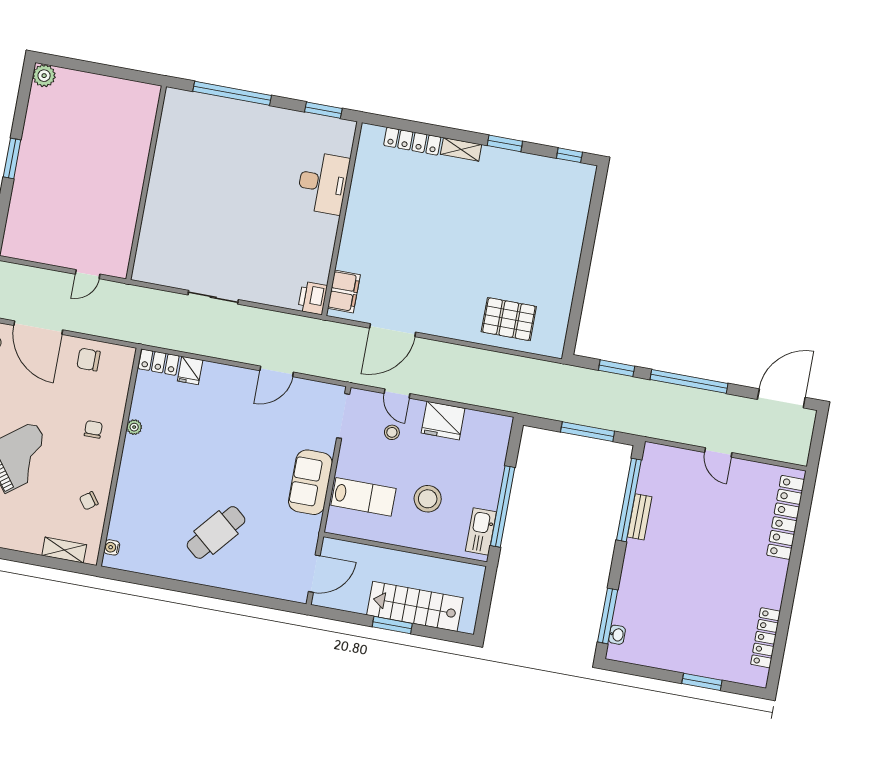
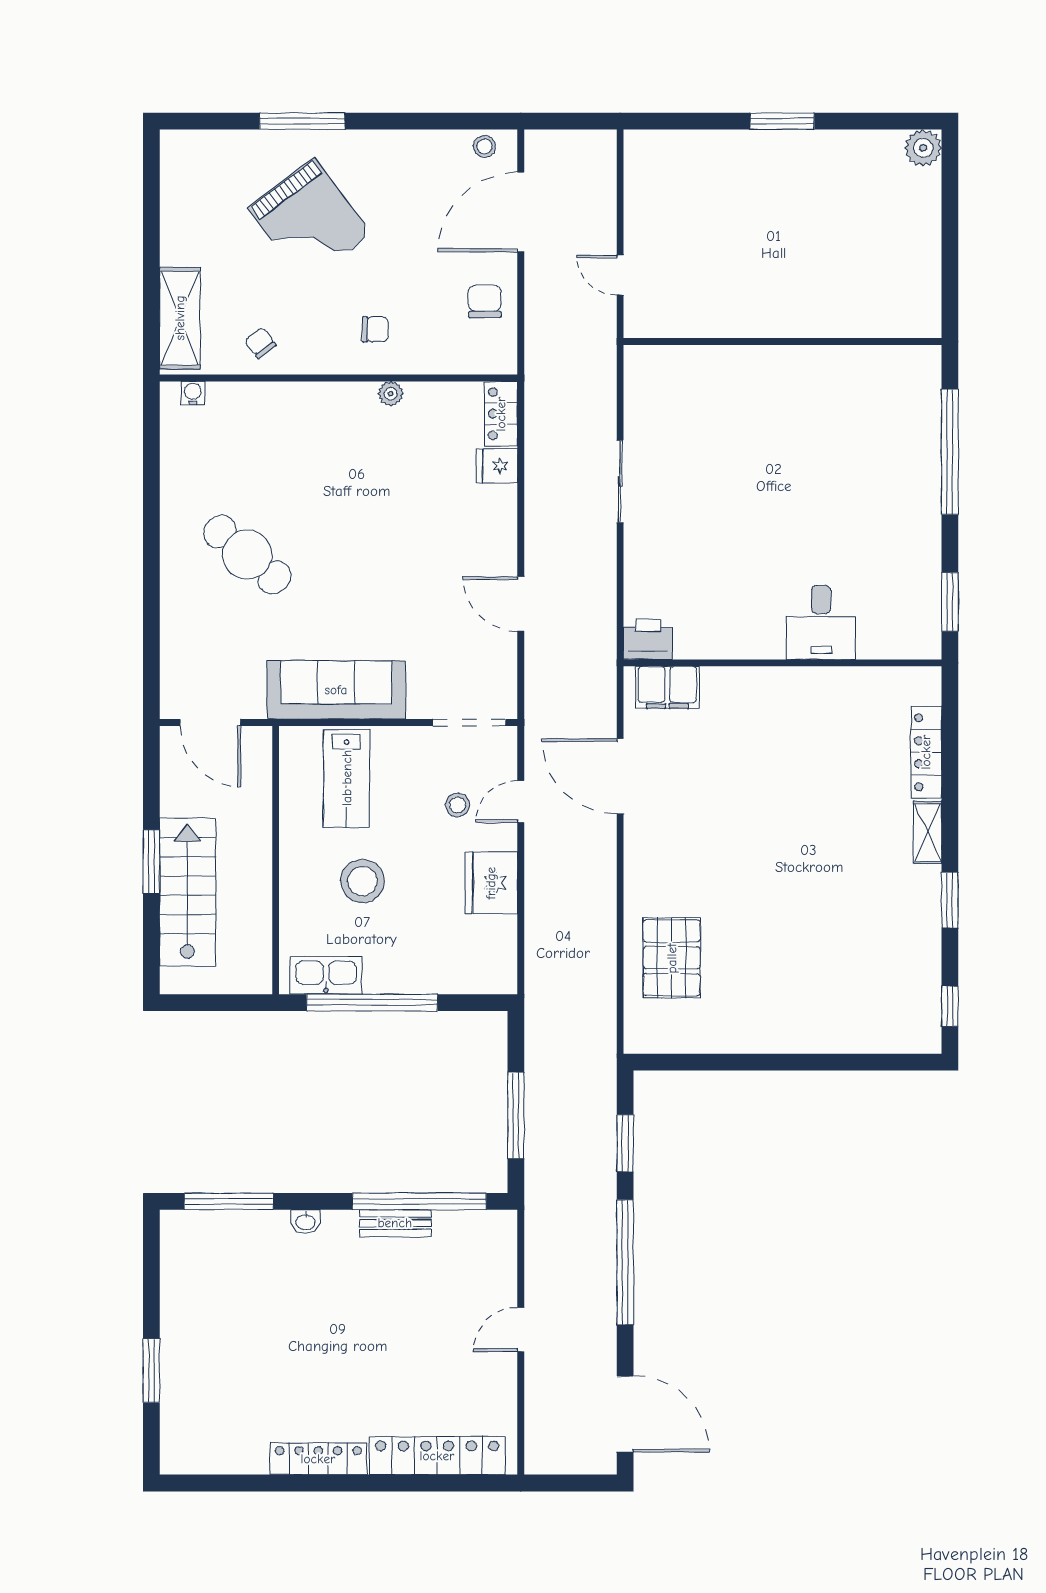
desk: (323, 183) -> (821, 622), width x0.73
sofa: (310, 482) -> (336, 690), width x1.36
shelving: (64, 550) -> (180, 318), width x1.50, depth x1.33
washbasin: (617, 635) -> (306, 1222), moved
locker: (766, 638) -> (318, 1459), moved

